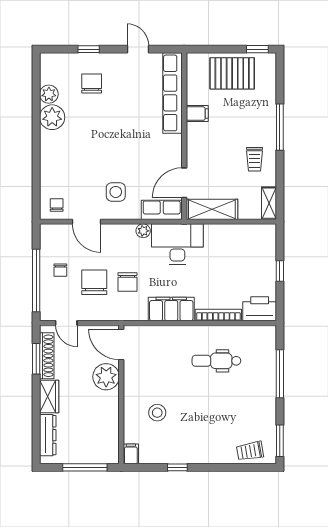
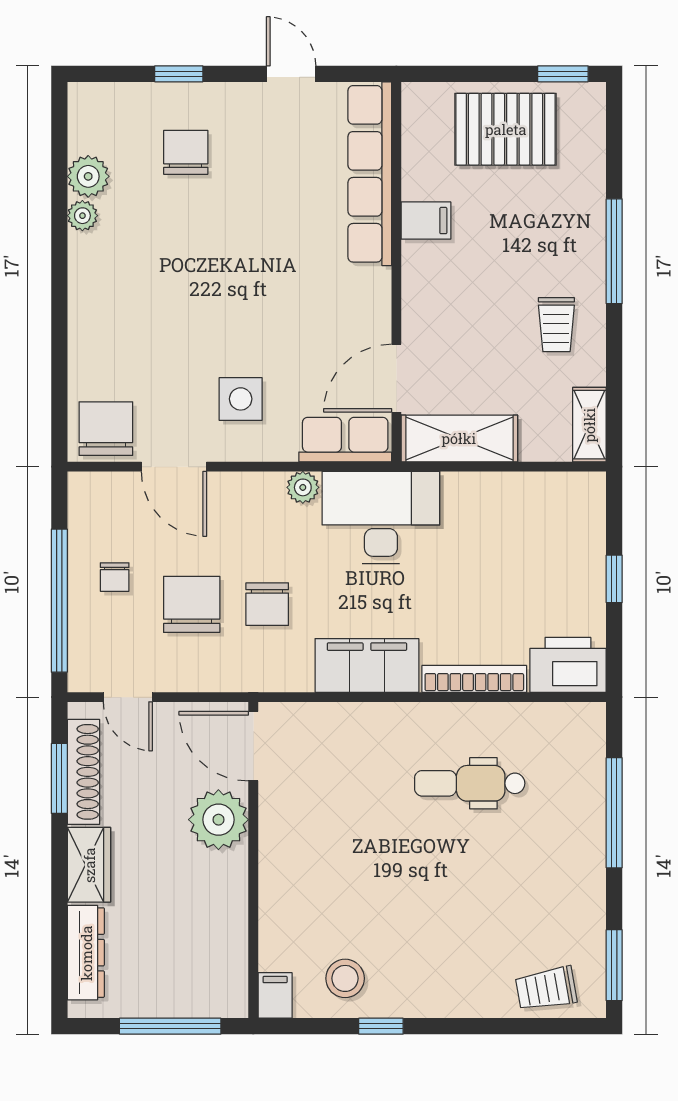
plant: (52, 117) -> (82, 216), width x0.53, depth x0.53
chair: (57, 205) -> (106, 429), width x1.87, depth x1.87
stool: (157, 413) -> (345, 978), moved

